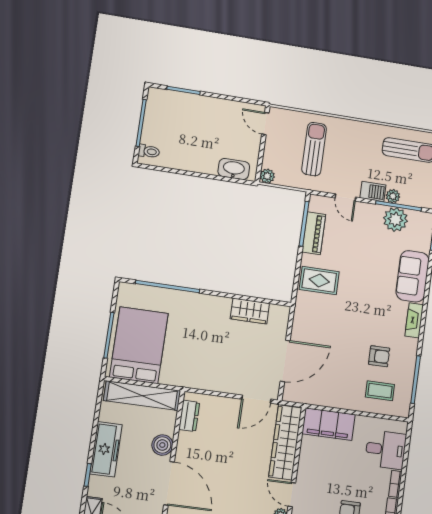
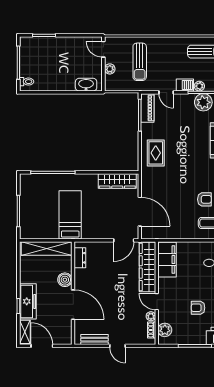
sun lounger: (314, 149) -> (140, 62), turned 180
plant: (267, 176) -> (110, 69), moved
piano: (314, 233) -> (147, 108), moved
rug: (319, 281) -> (156, 153), turned 90
wardrobe: (250, 311) -> (117, 181), width x1.50
bed: (139, 345) -> (70, 215), moved, width x0.67
door: (285, 361) -> (140, 212), hinge flipped
filing cabinet: (329, 424) -> (167, 260), moved, turned -90
freezer: (106, 449) -> (28, 301), moved

